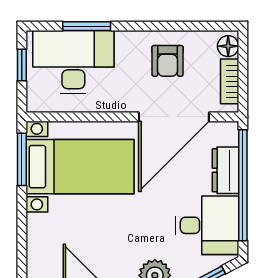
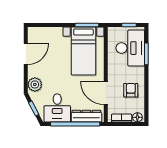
armchair: (168, 61) -> (131, 90), turned 90
door: (174, 117) -> (106, 93), width x0.73
dresser: (226, 170) -> (86, 116), width x1.44

